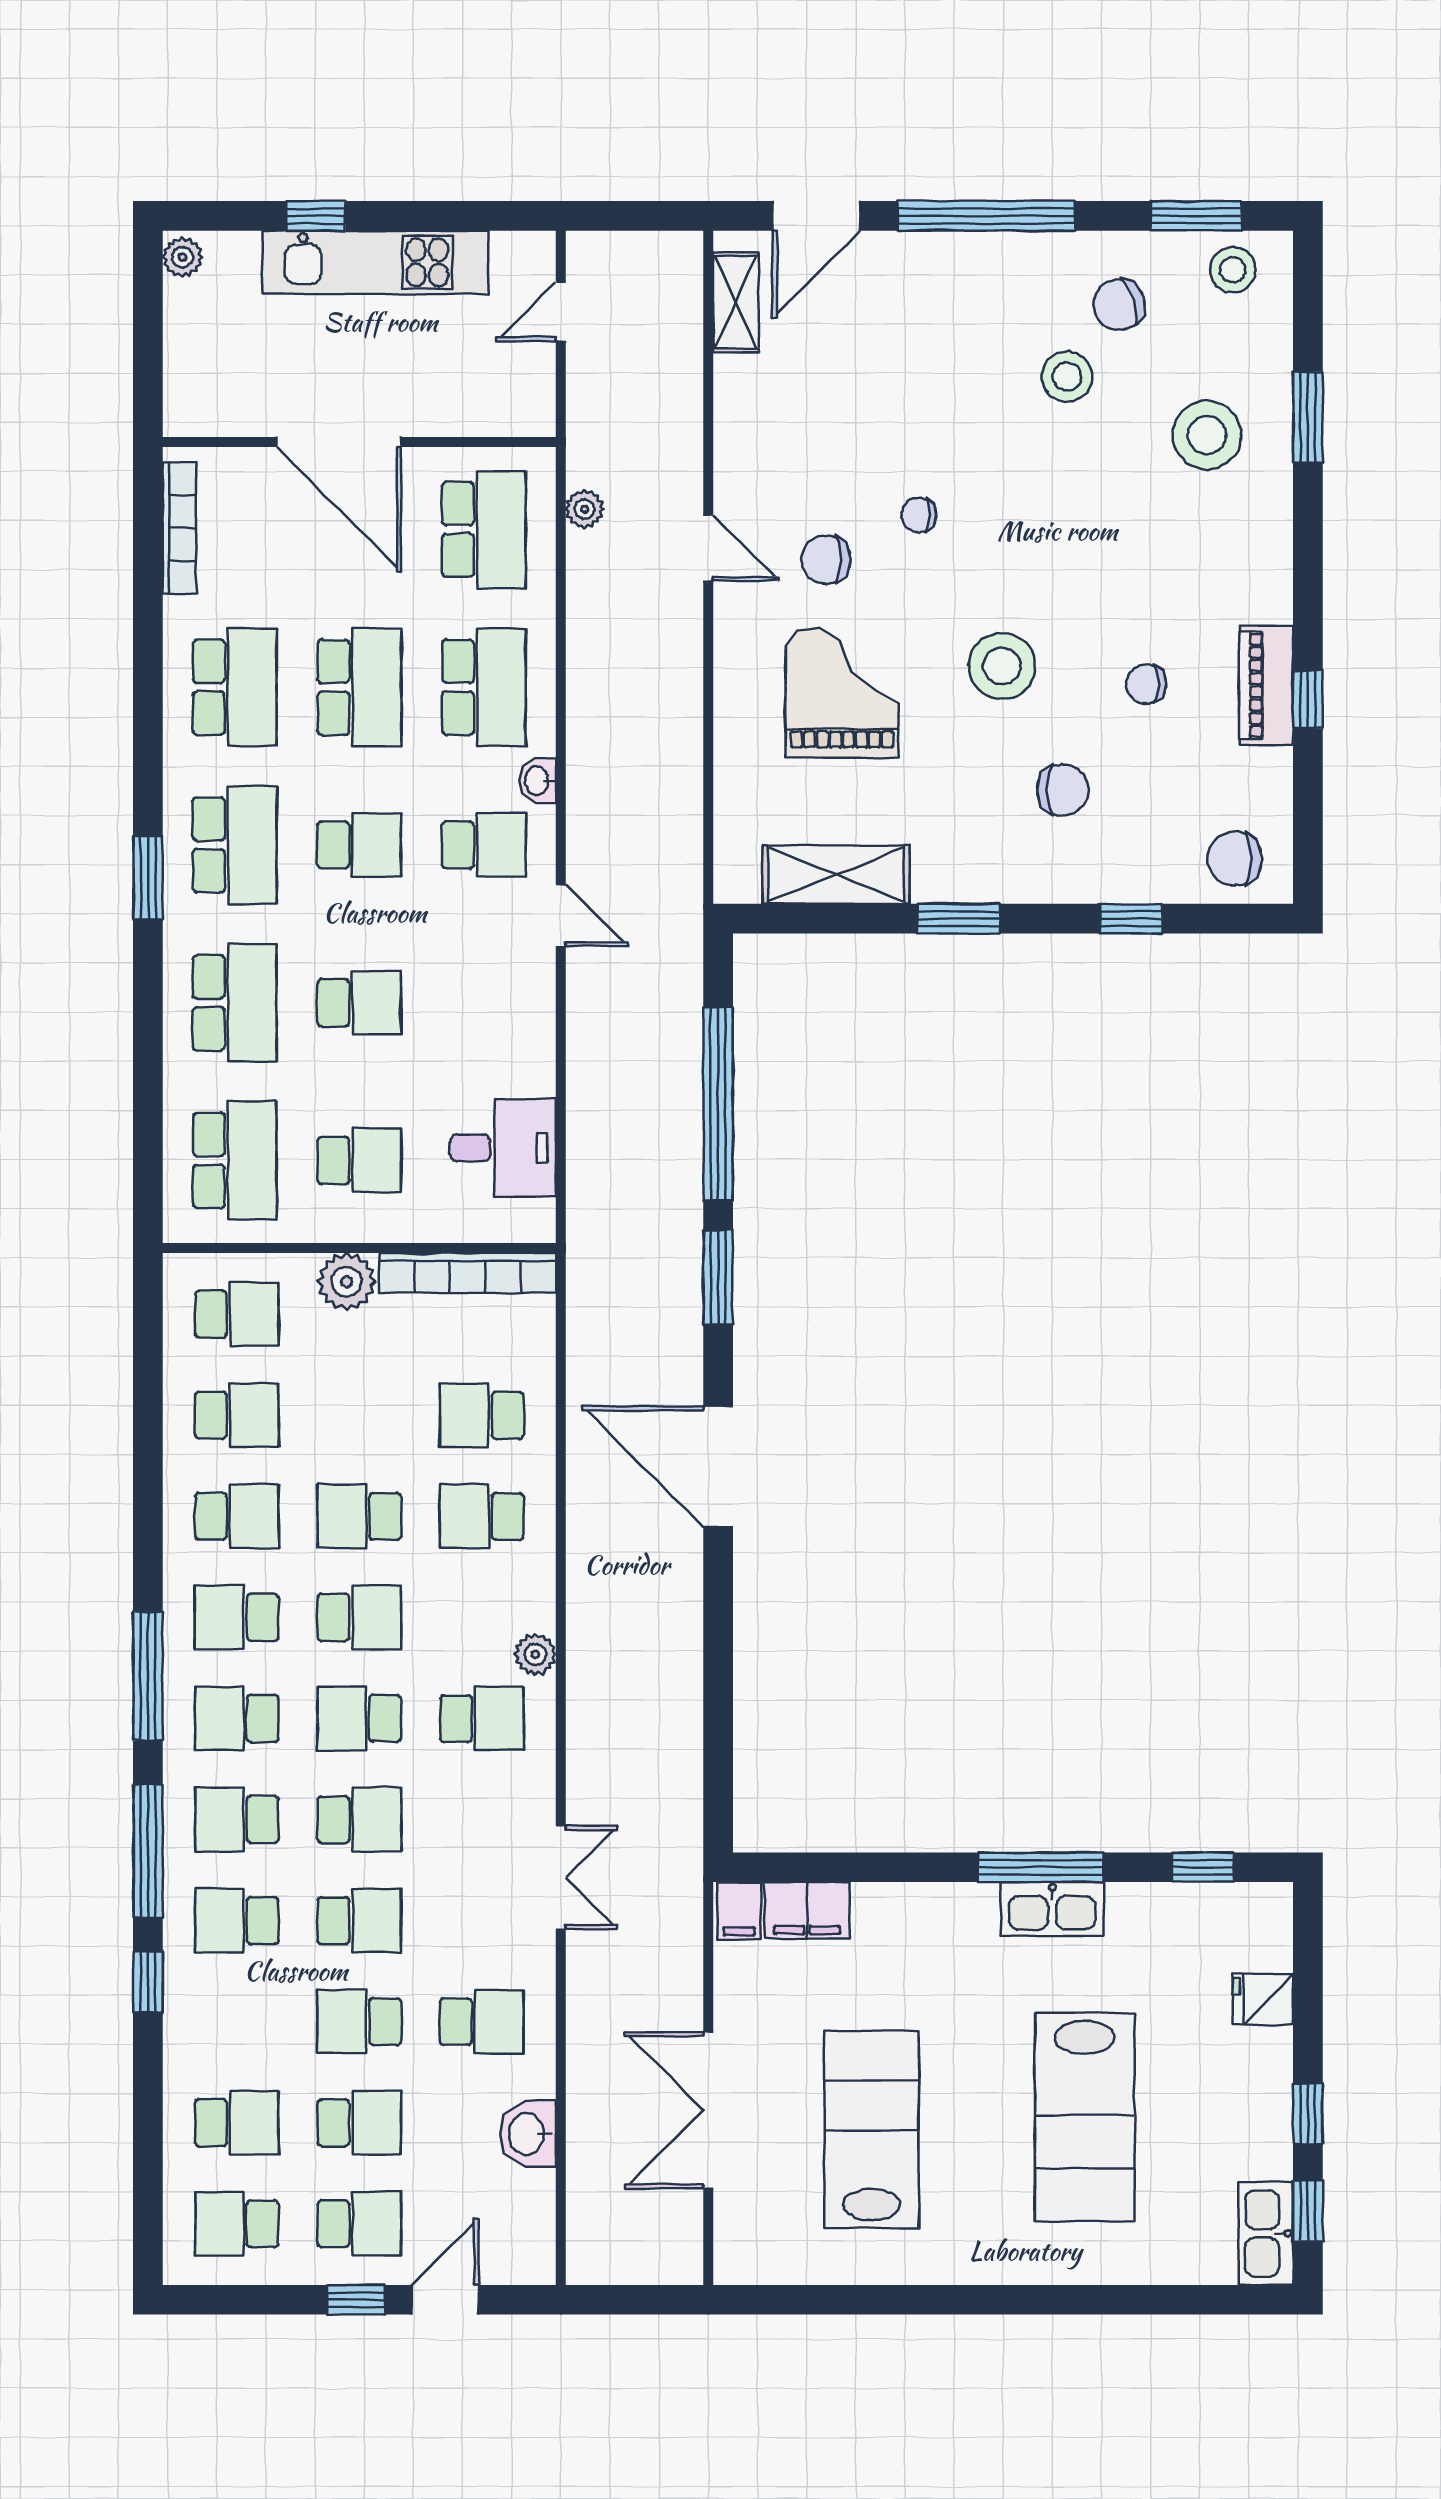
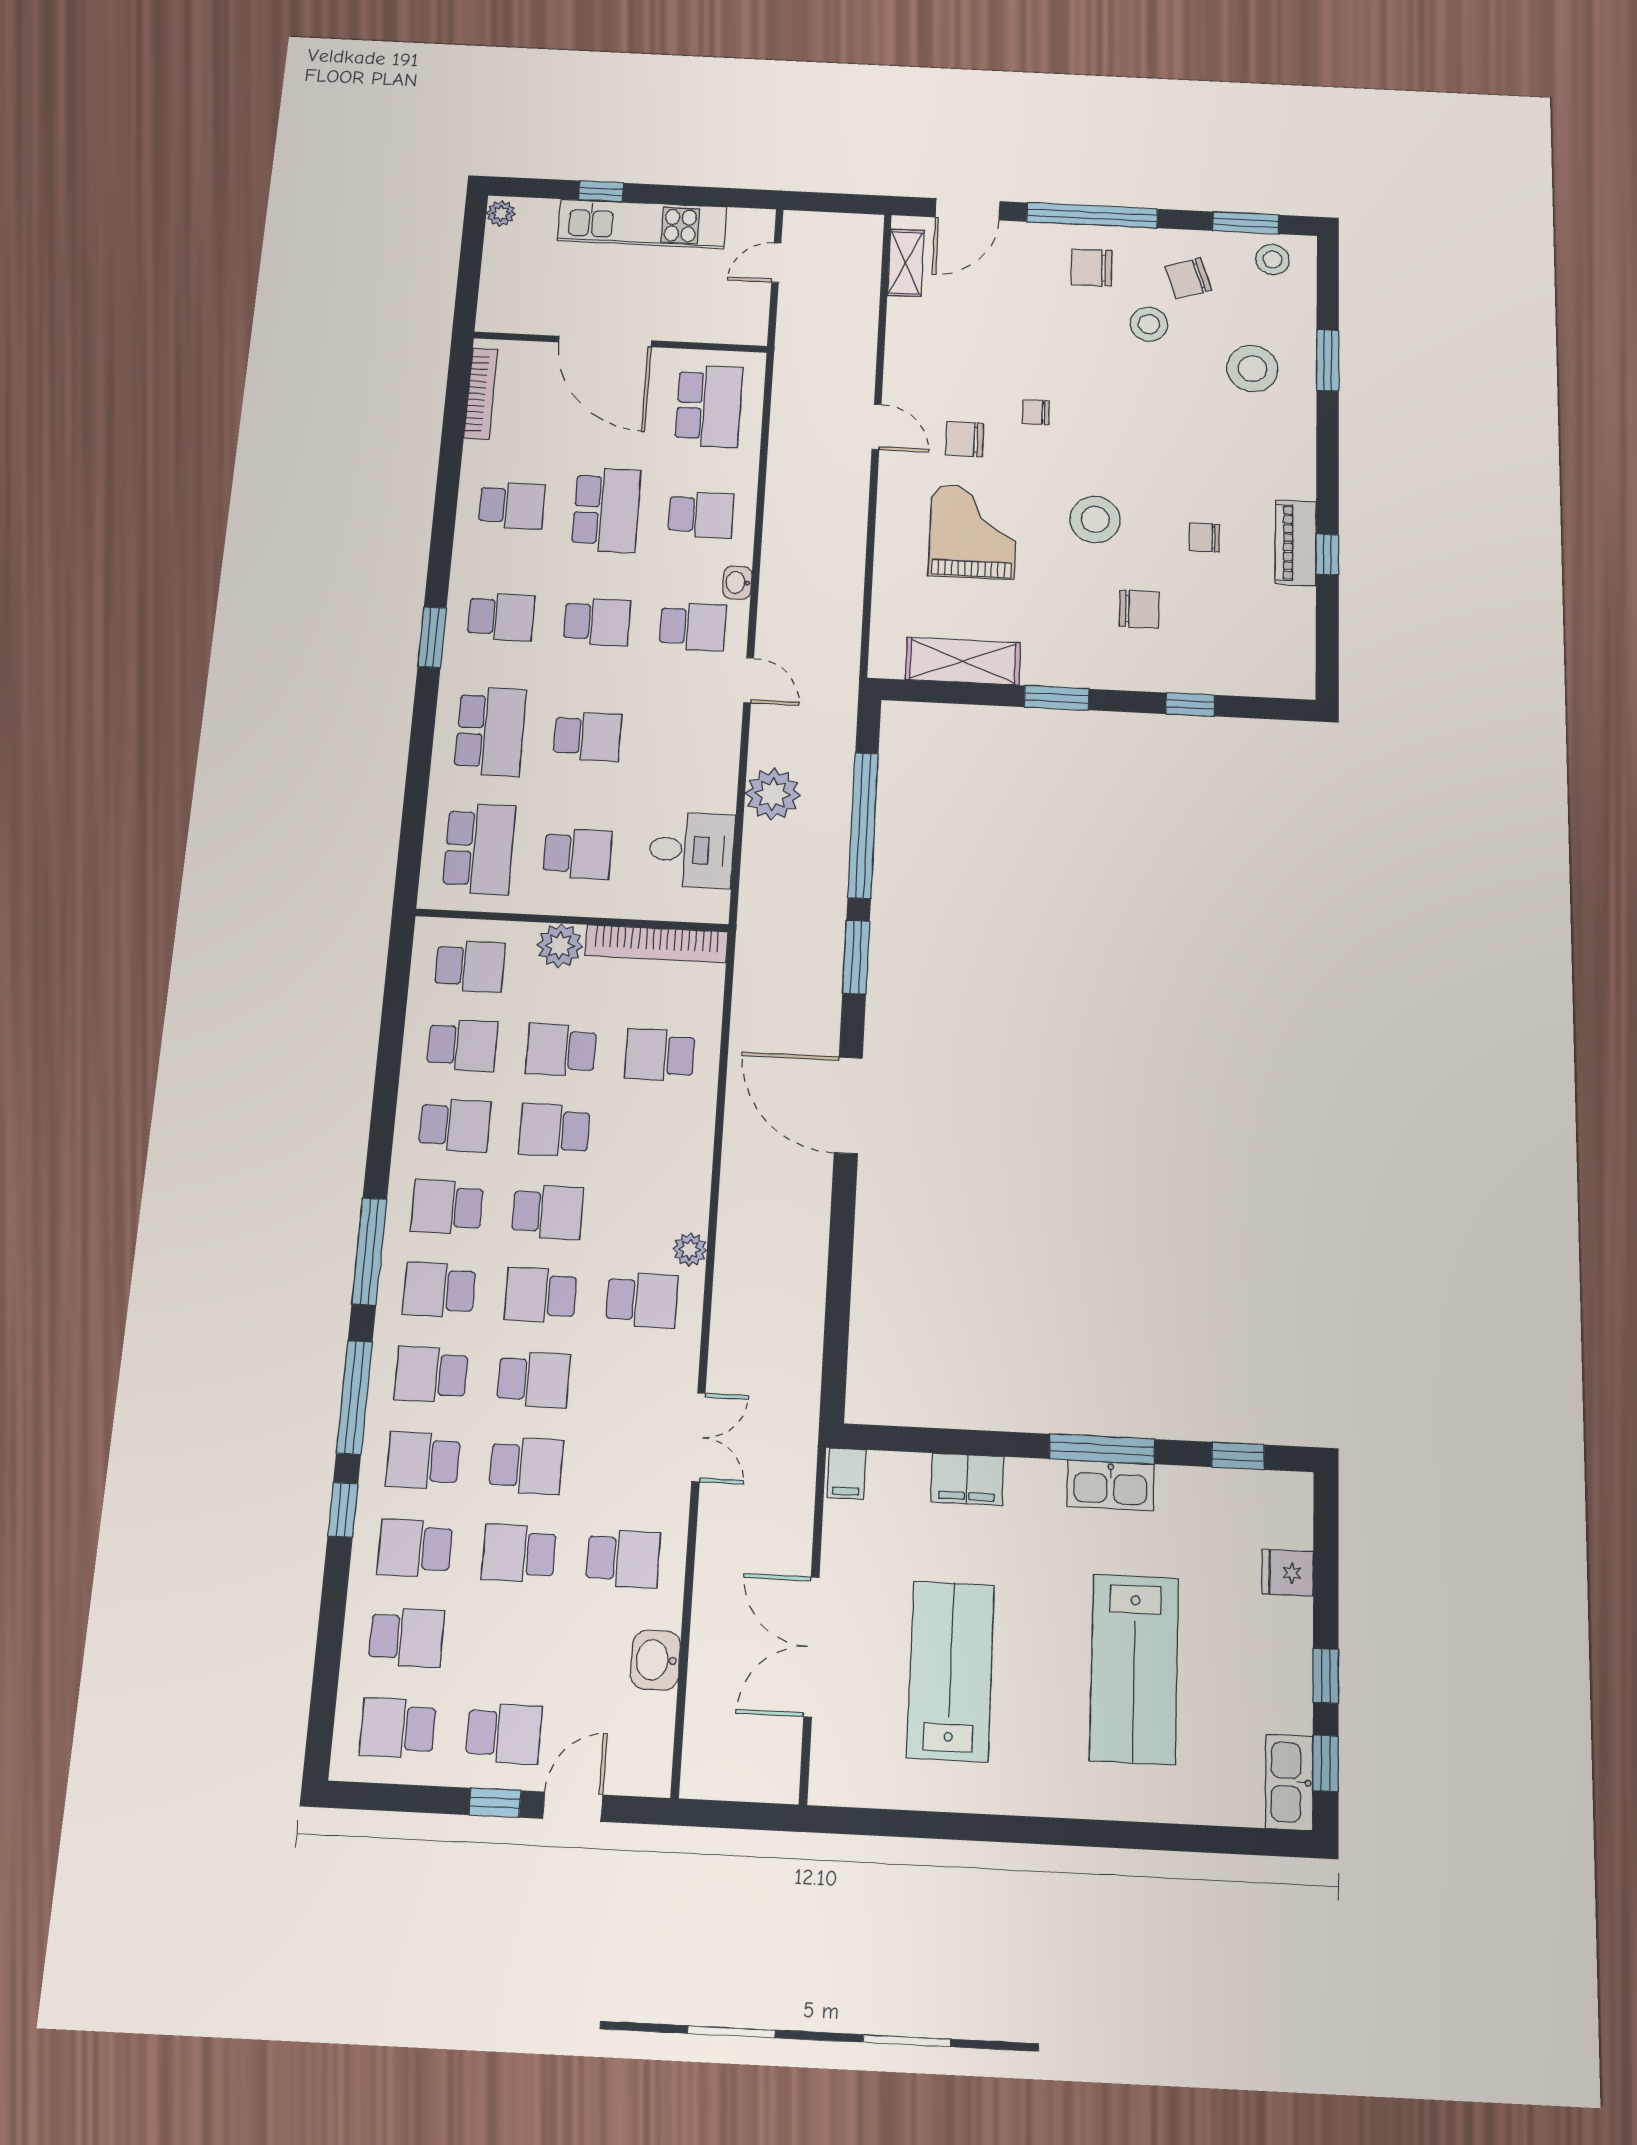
plant: (585, 509) -> (773, 794), moved, width x1.88, depth x1.88
school desk: (235, 687) -> (512, 506), width x0.54
school desk: (484, 687) -> (701, 515), width x0.54
school desk: (235, 845) -> (501, 617), width x0.54
chair: (1234, 859) -> (1092, 268), moved
school desk: (482, 1516) -> (561, 1050), moved
filing cabinet: (807, 1910) -> (967, 1479), moved
school desk: (359, 2123) -> (415, 1548), moved, turned 180

